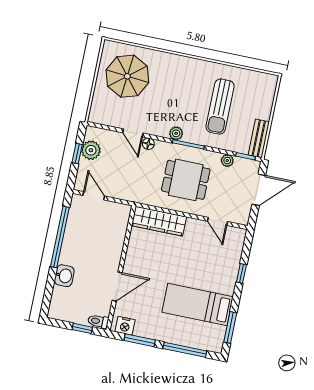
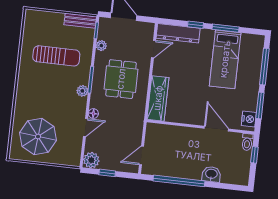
plant: (91, 150) -> (91, 160), moved
dresser: (233, 252) -> (178, 33), added
window: (230, 327) -> (226, 28), moved

